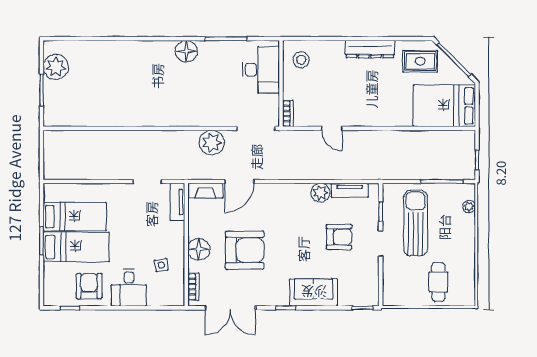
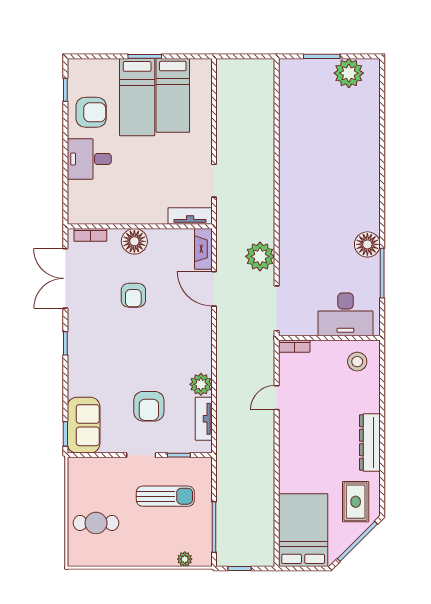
floor lamp: (186, 51) -> (367, 244), moved
sun lounger: (416, 223) -> (165, 496), width x0.73, depth x0.75
armchair: (245, 250) -> (133, 295), width x0.53, depth x0.53
side table: (161, 265) -> (116, 197), removed
sofa: (314, 292) -> (84, 425), moved

